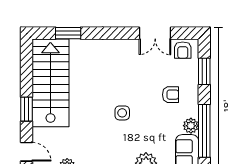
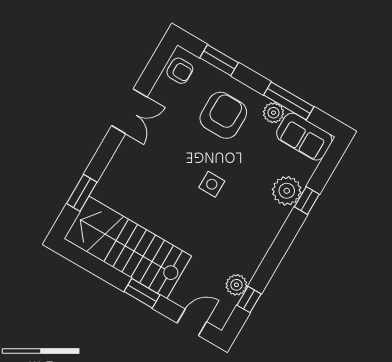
double door: (155, 33) -> (129, 111), moved
armchair: (170, 95) -> (223, 115), width x1.88, depth x1.88
window: (204, 131) -> (289, 101), width x0.68

